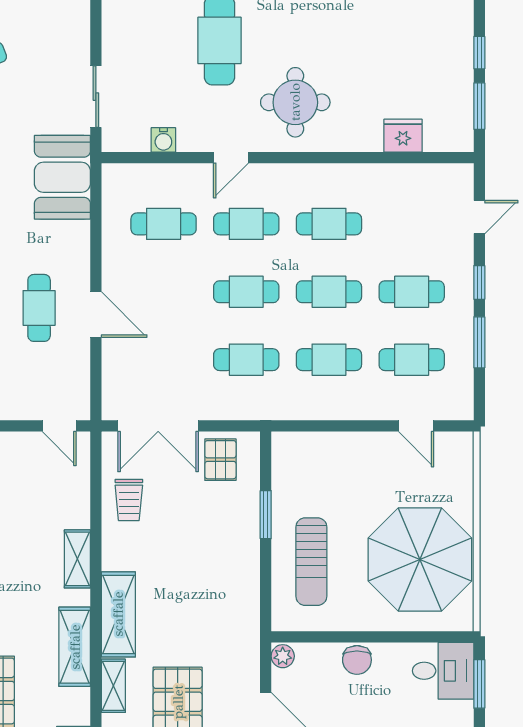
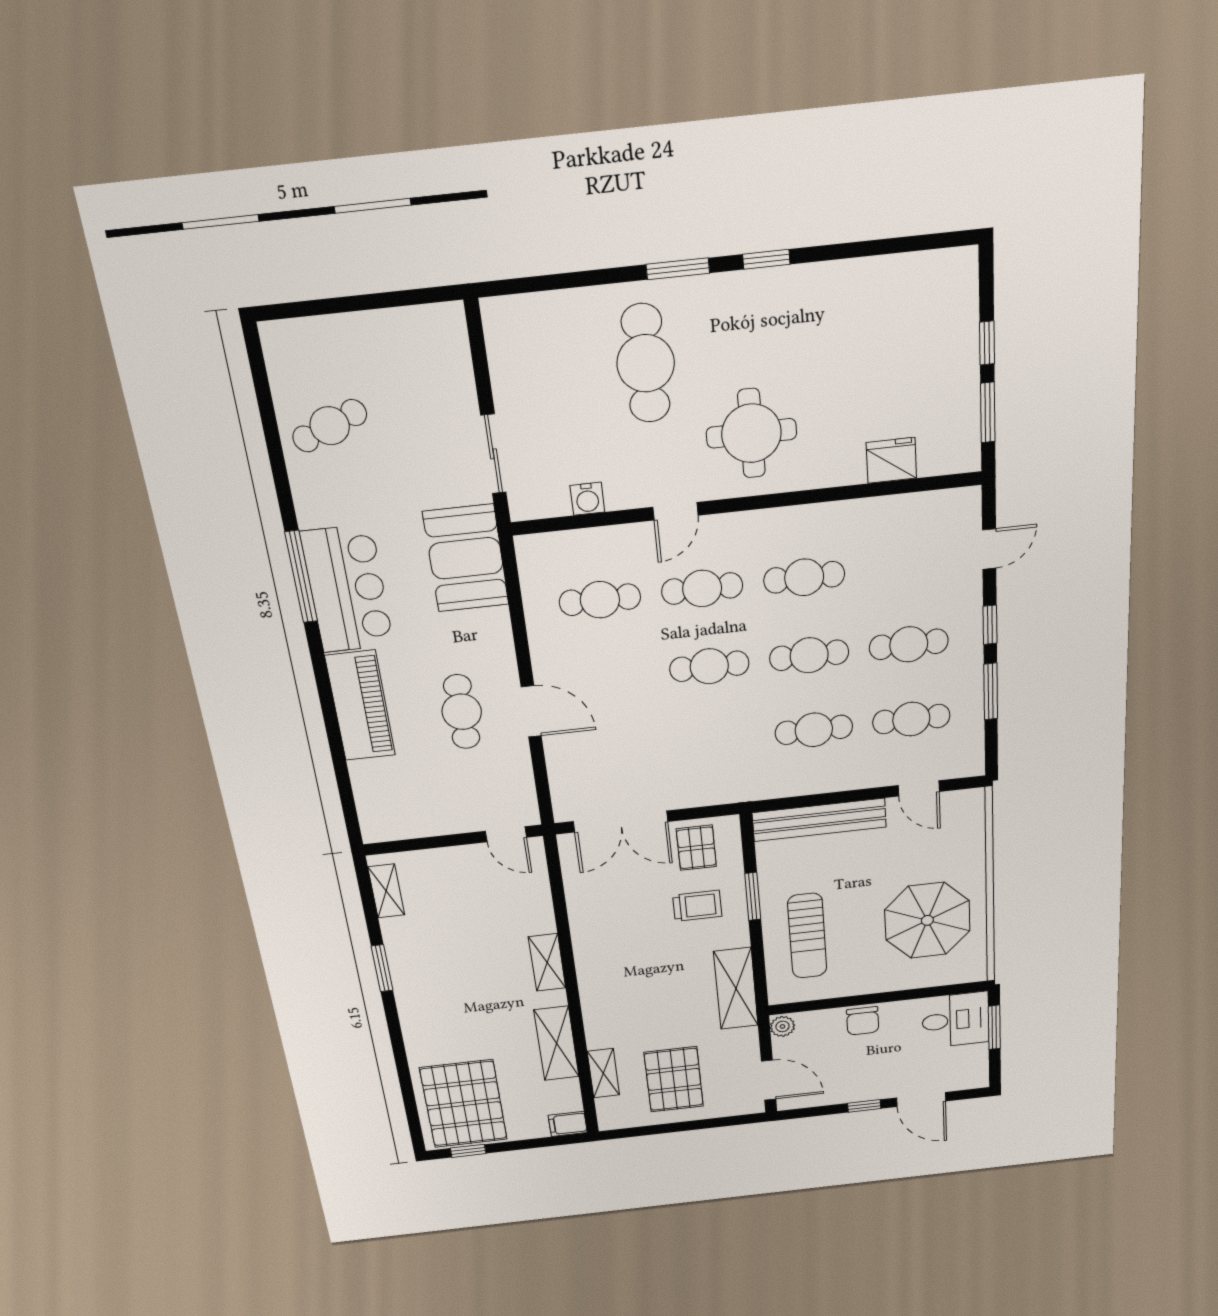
cafe table: (246, 360) -> (716, 741), removed
bench: (329, 446) -> (819, 820), added
trolley: (129, 500) -> (697, 906), moved, turned -90
parasol: (420, 560) -> (927, 920), width x0.73, depth x0.73
shelving: (118, 614) -> (736, 988), moved

